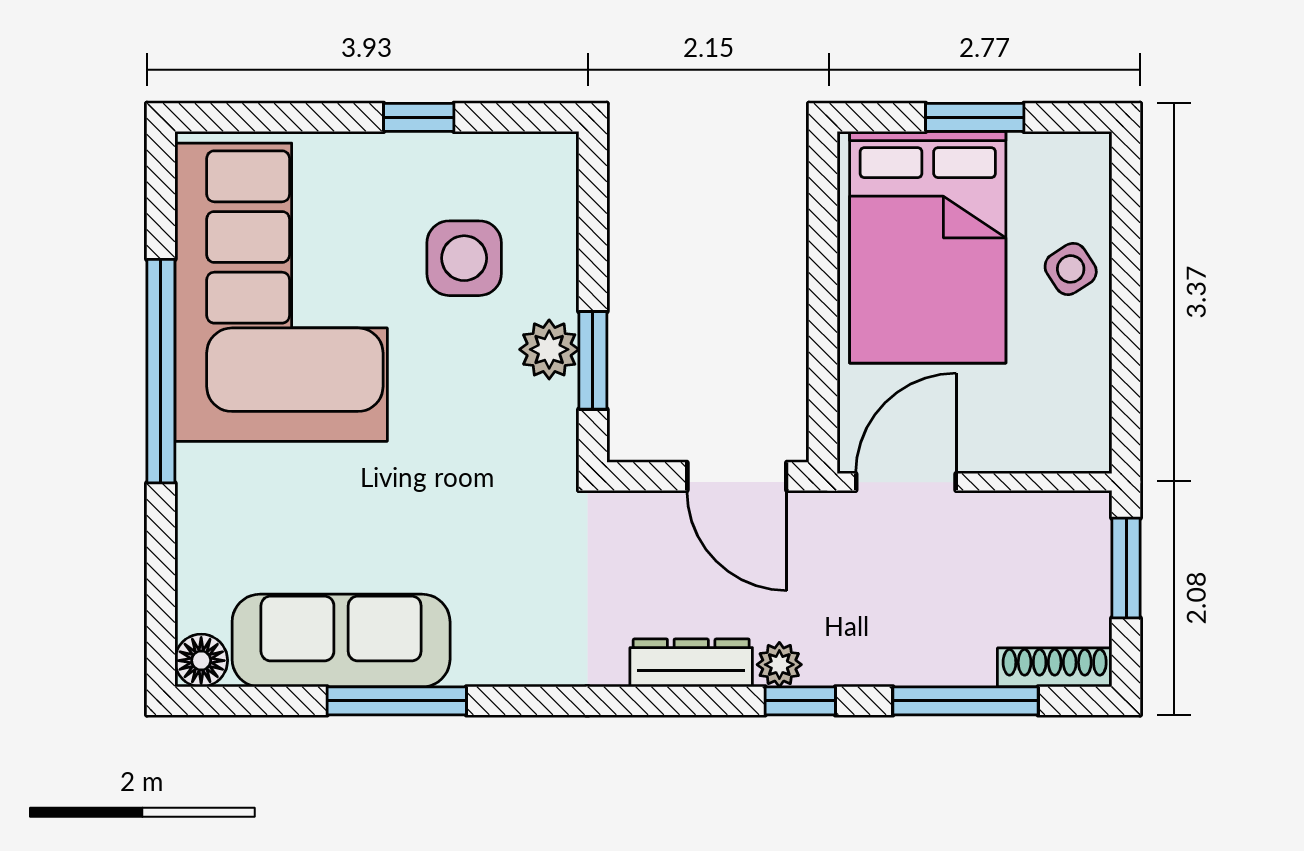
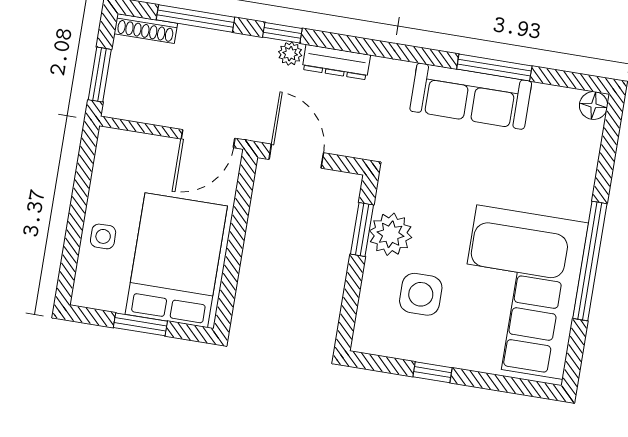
side table: (1071, 269) -> (103, 236), turned 32
plant: (549, 349) -> (391, 234), width x1.36, depth x1.36
sofa: (341, 641) -> (471, 96), moved

